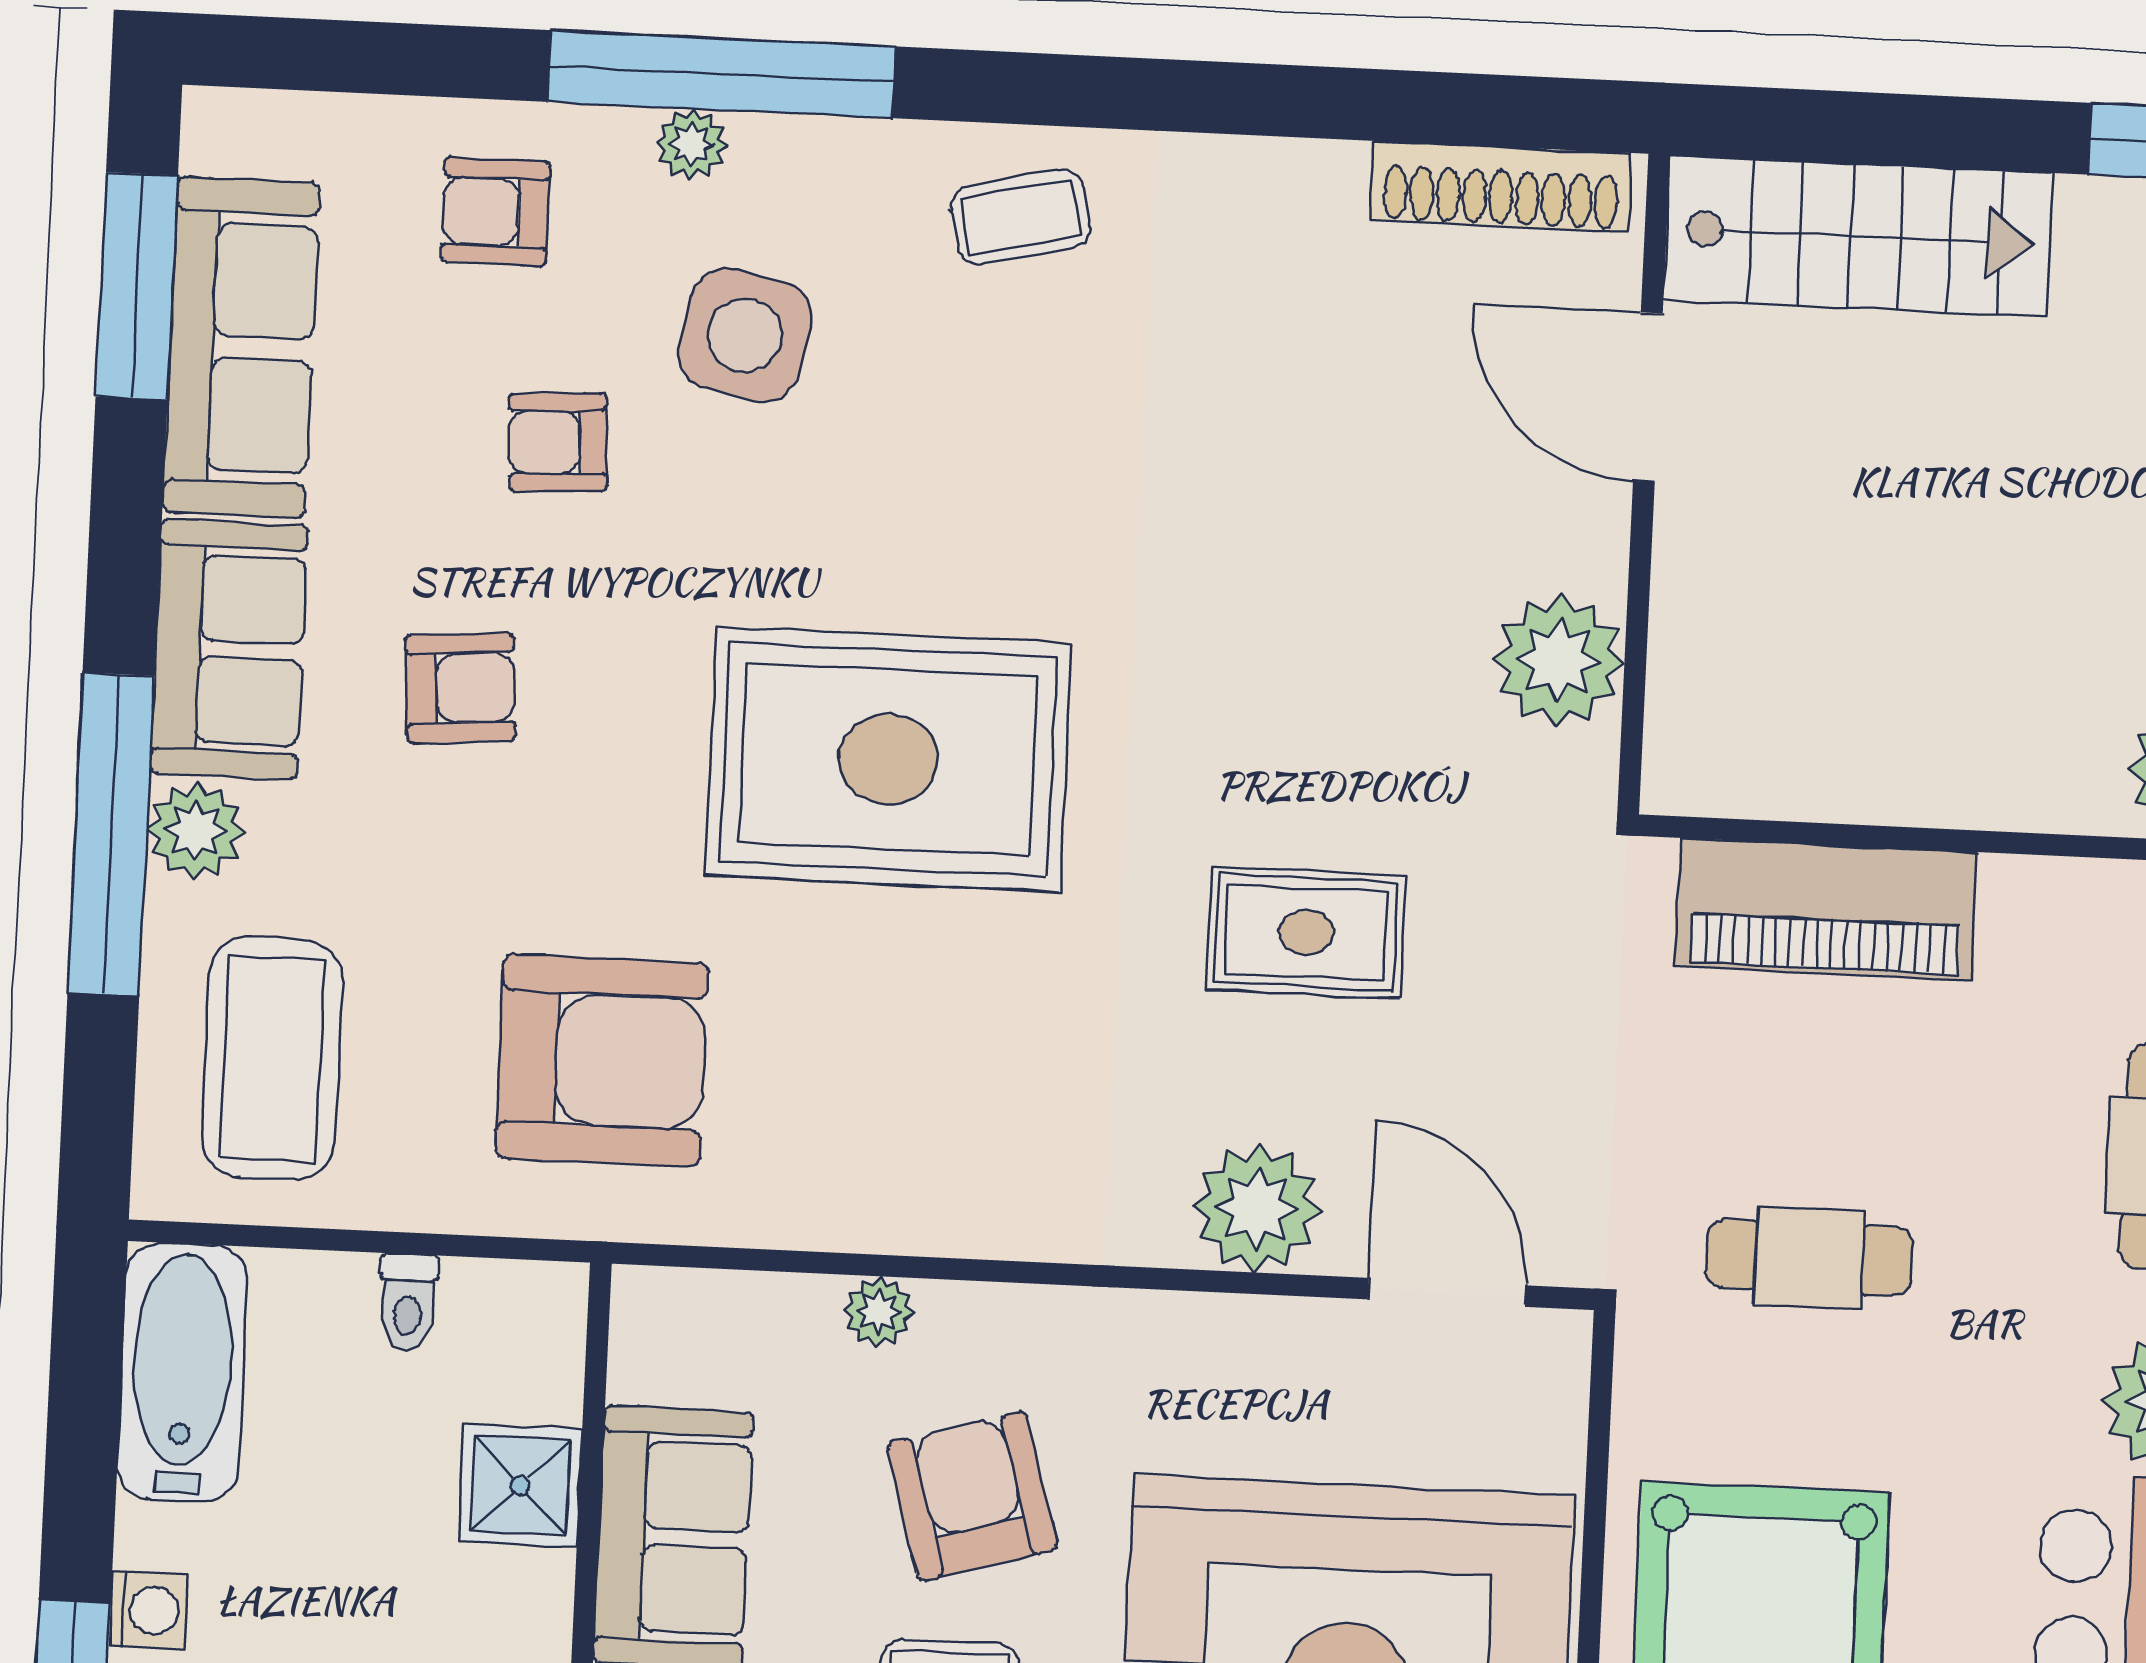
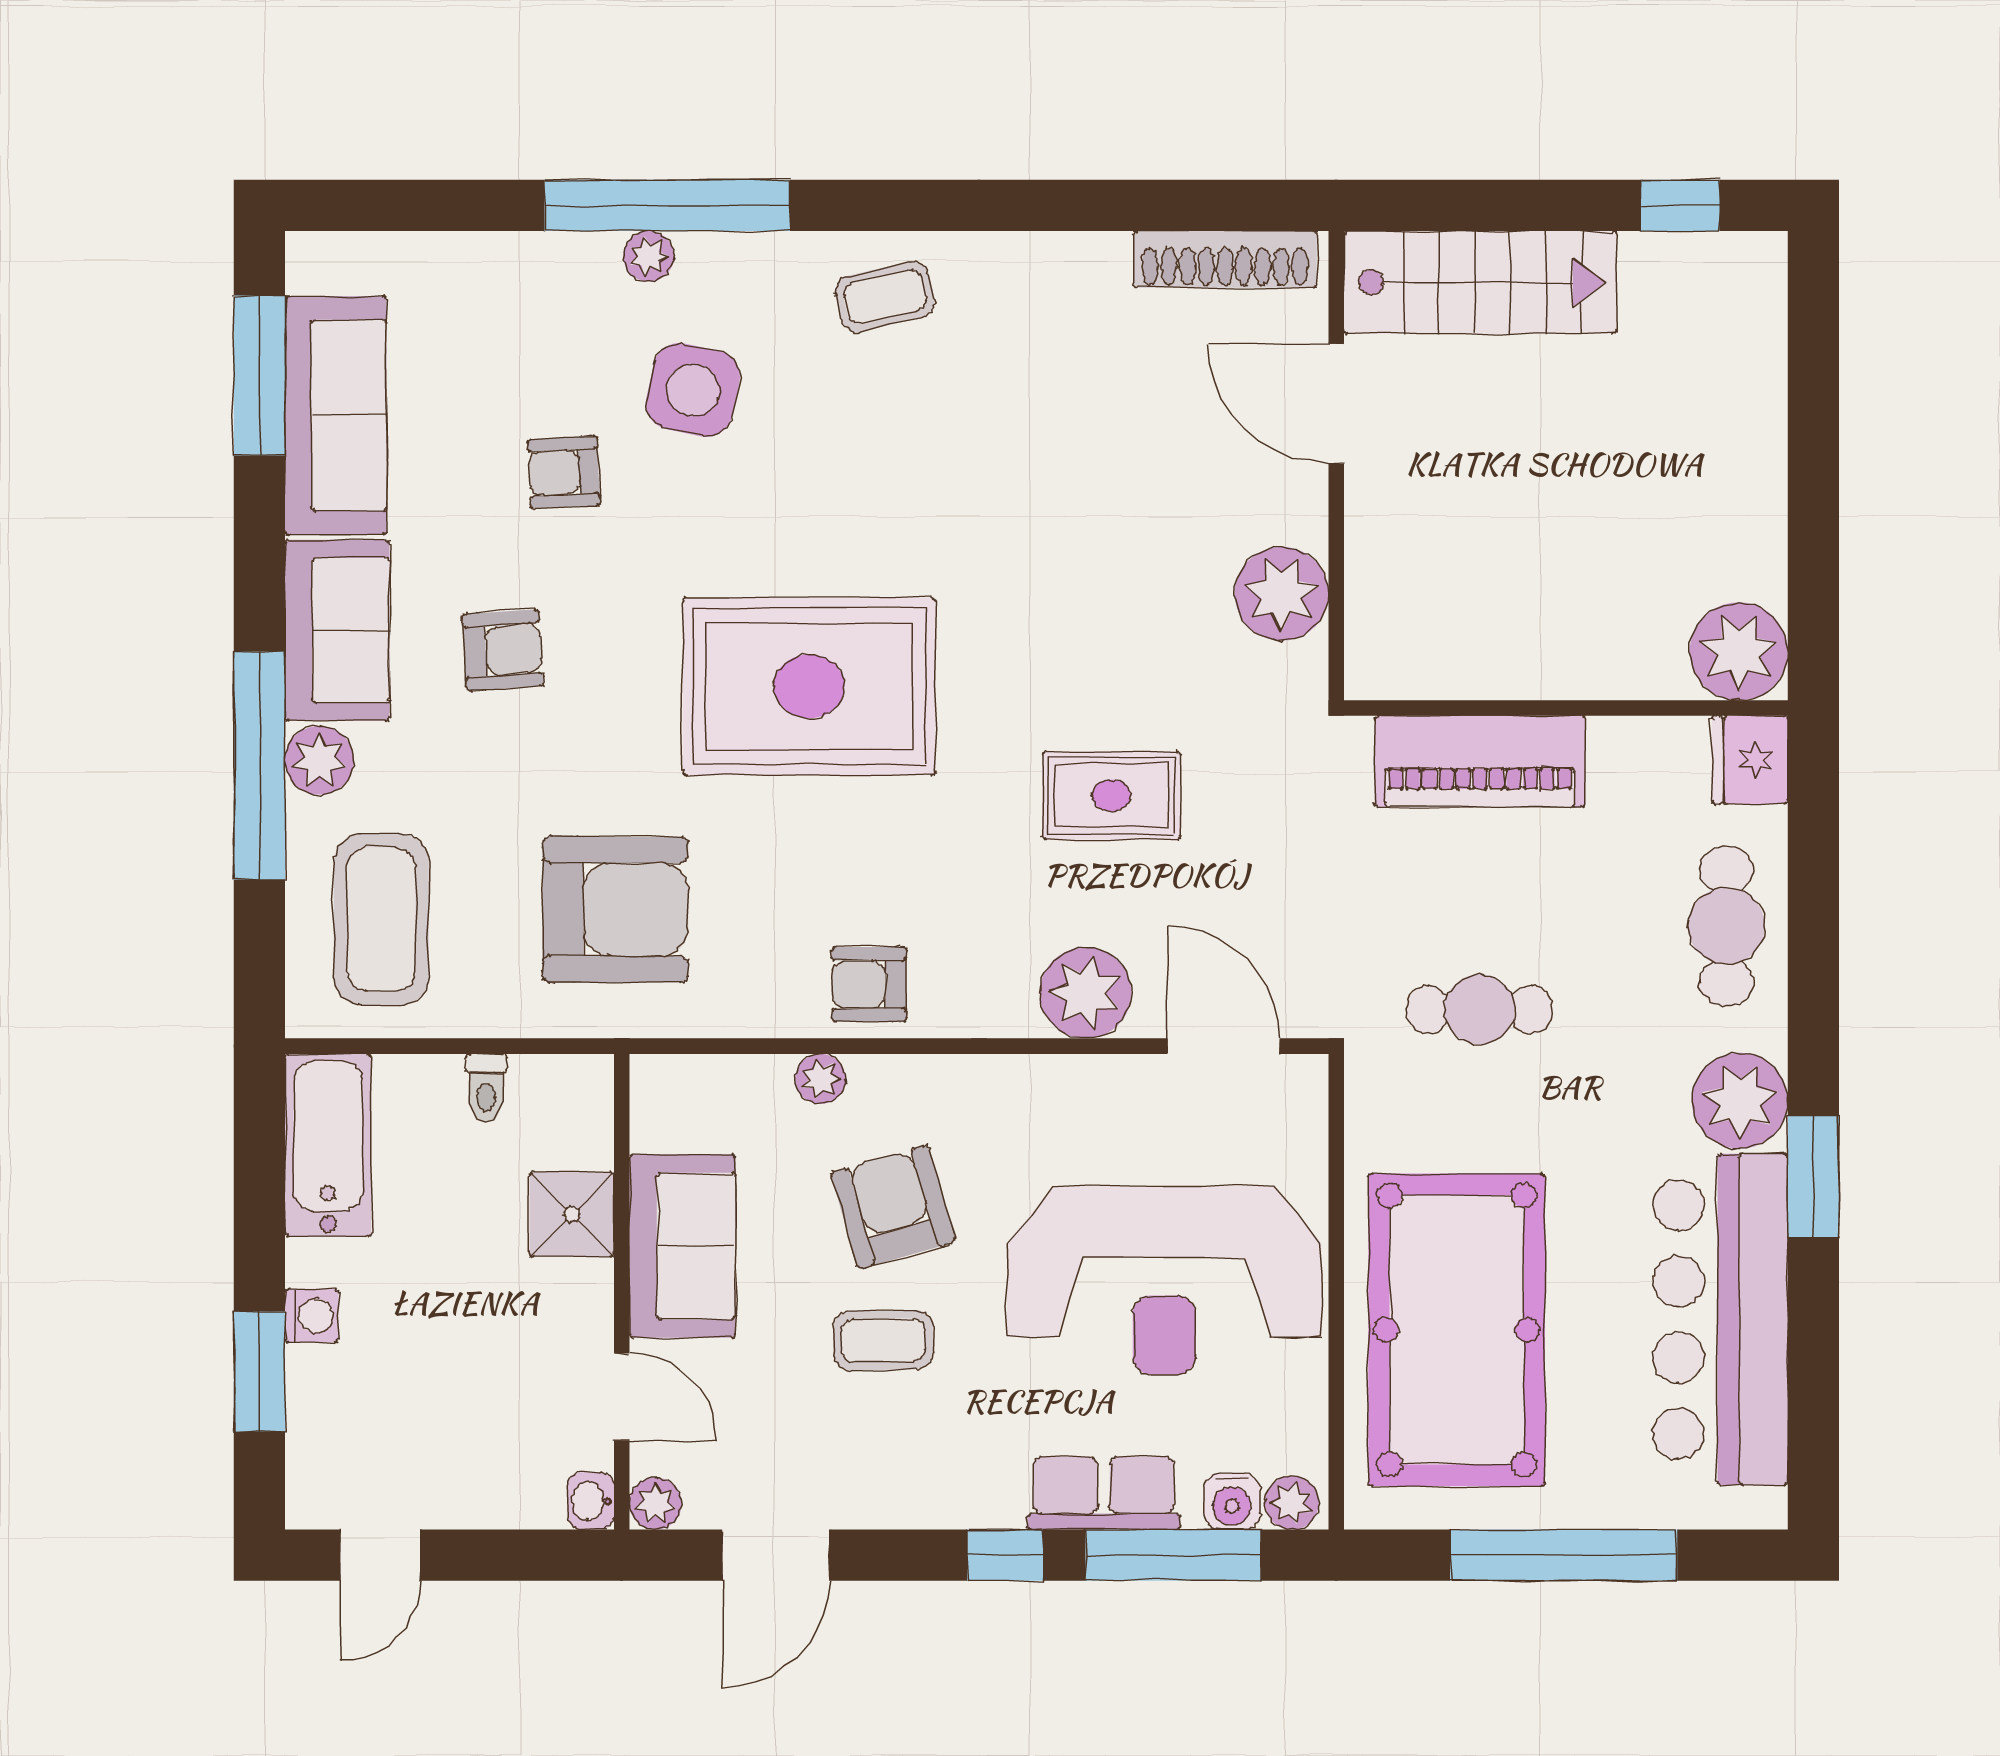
armchair: (496, 212) -> (869, 984), moved

